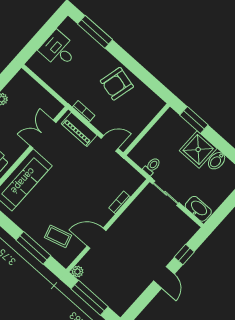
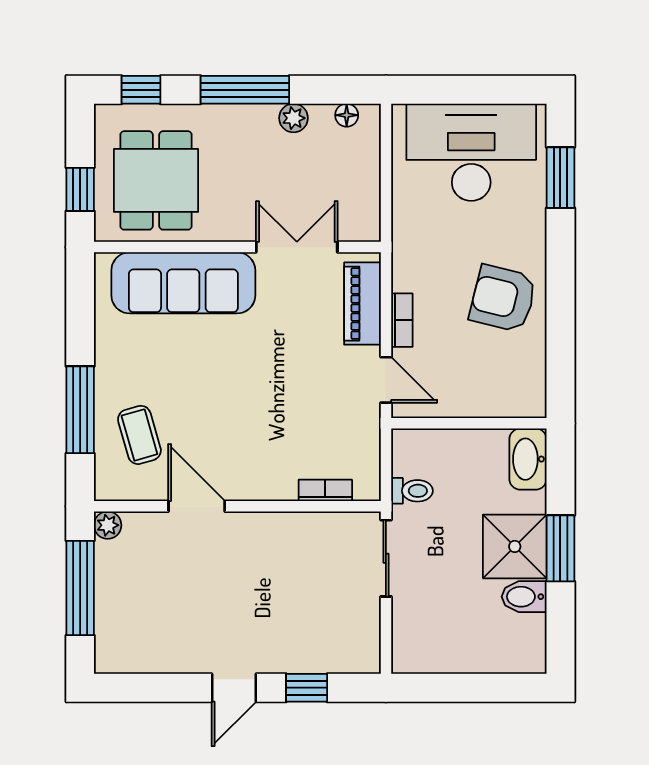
window: (95, 32) -> (560, 178), width x0.69
desk: (59, 50) -> (471, 152), width x1.87, depth x1.30
floor lamp: (16, 82) -> (347, 115), added
bookcase: (84, 111) -> (402, 320), moved
window: (194, 120) -> (560, 548), moved
bookcase: (119, 202) -> (325, 490), moved
washbasin: (198, 209) -> (528, 459), moved, turned 180

